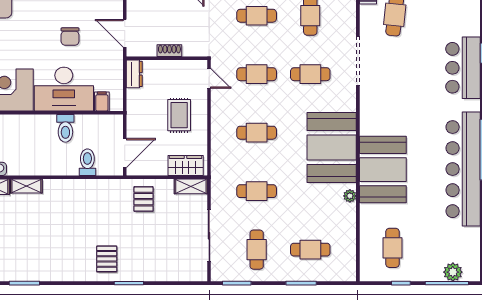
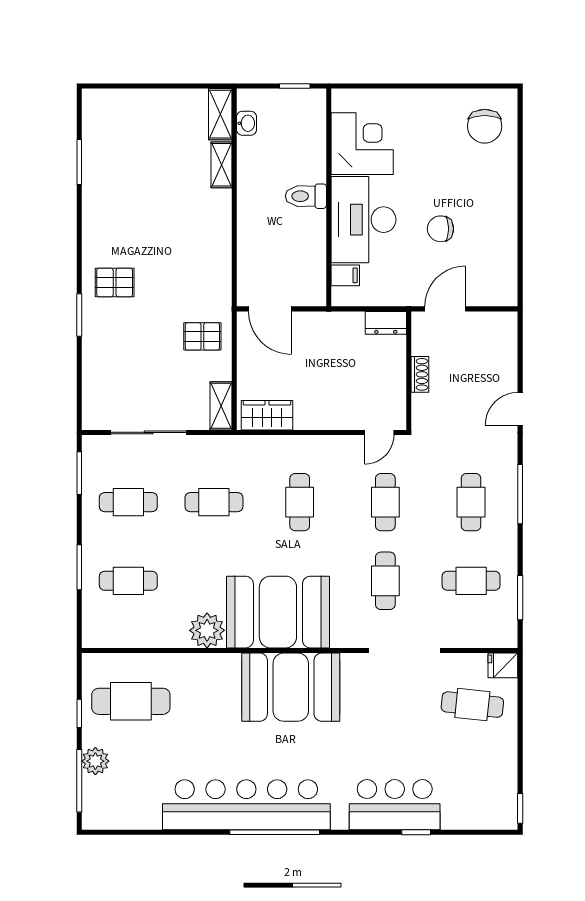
rug: (179, 115) -> (325, 389), removed
toilet: (65, 128) -> (306, 196), moved
toilet: (87, 162) -> (256, 254), removed
wardrobe: (186, 165) -> (267, 415), moved, turned -90
booth: (383, 170) -> (291, 687), moved
cafe table: (257, 191) -> (214, 502), turned 90
plant: (350, 196) -> (207, 630), width x1.87, depth x1.87
cafe table: (393, 248) -> (131, 701), width x1.37, depth x1.35
cafe table: (310, 250) -> (128, 581), turned 90
plant: (453, 272) -> (95, 761), moved

